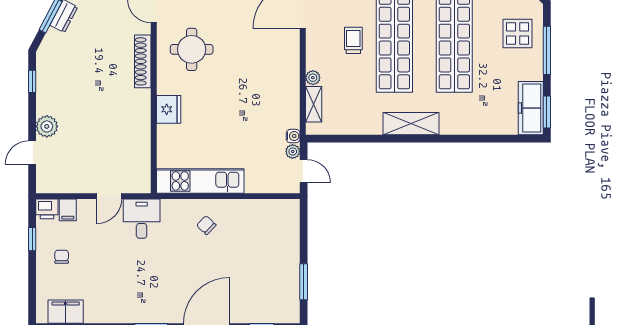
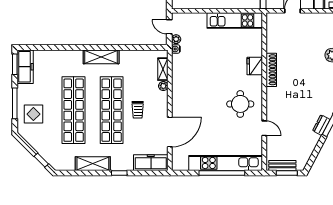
shoe rack: (143, 61) -> (271, 70), moved

